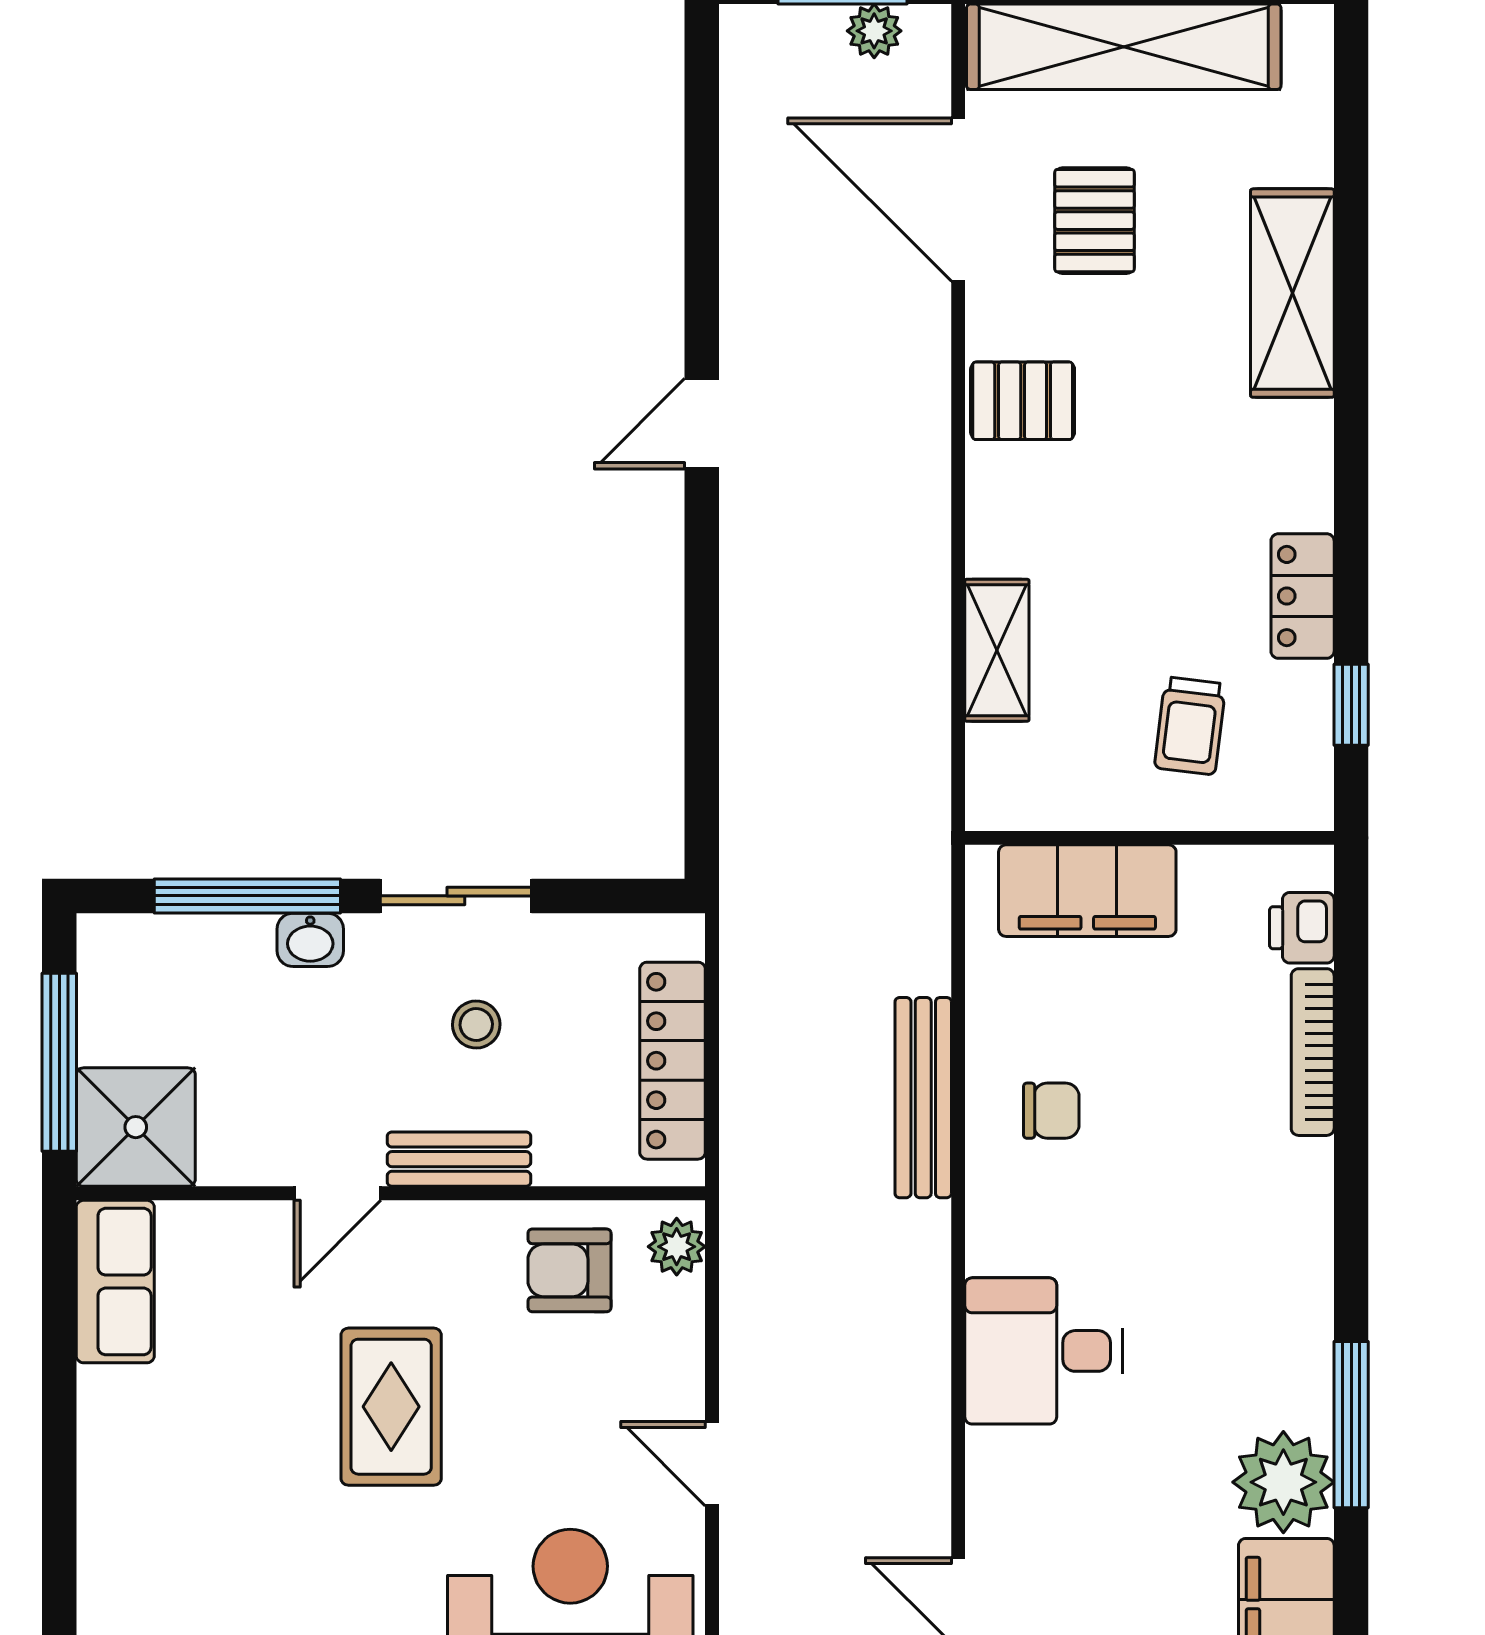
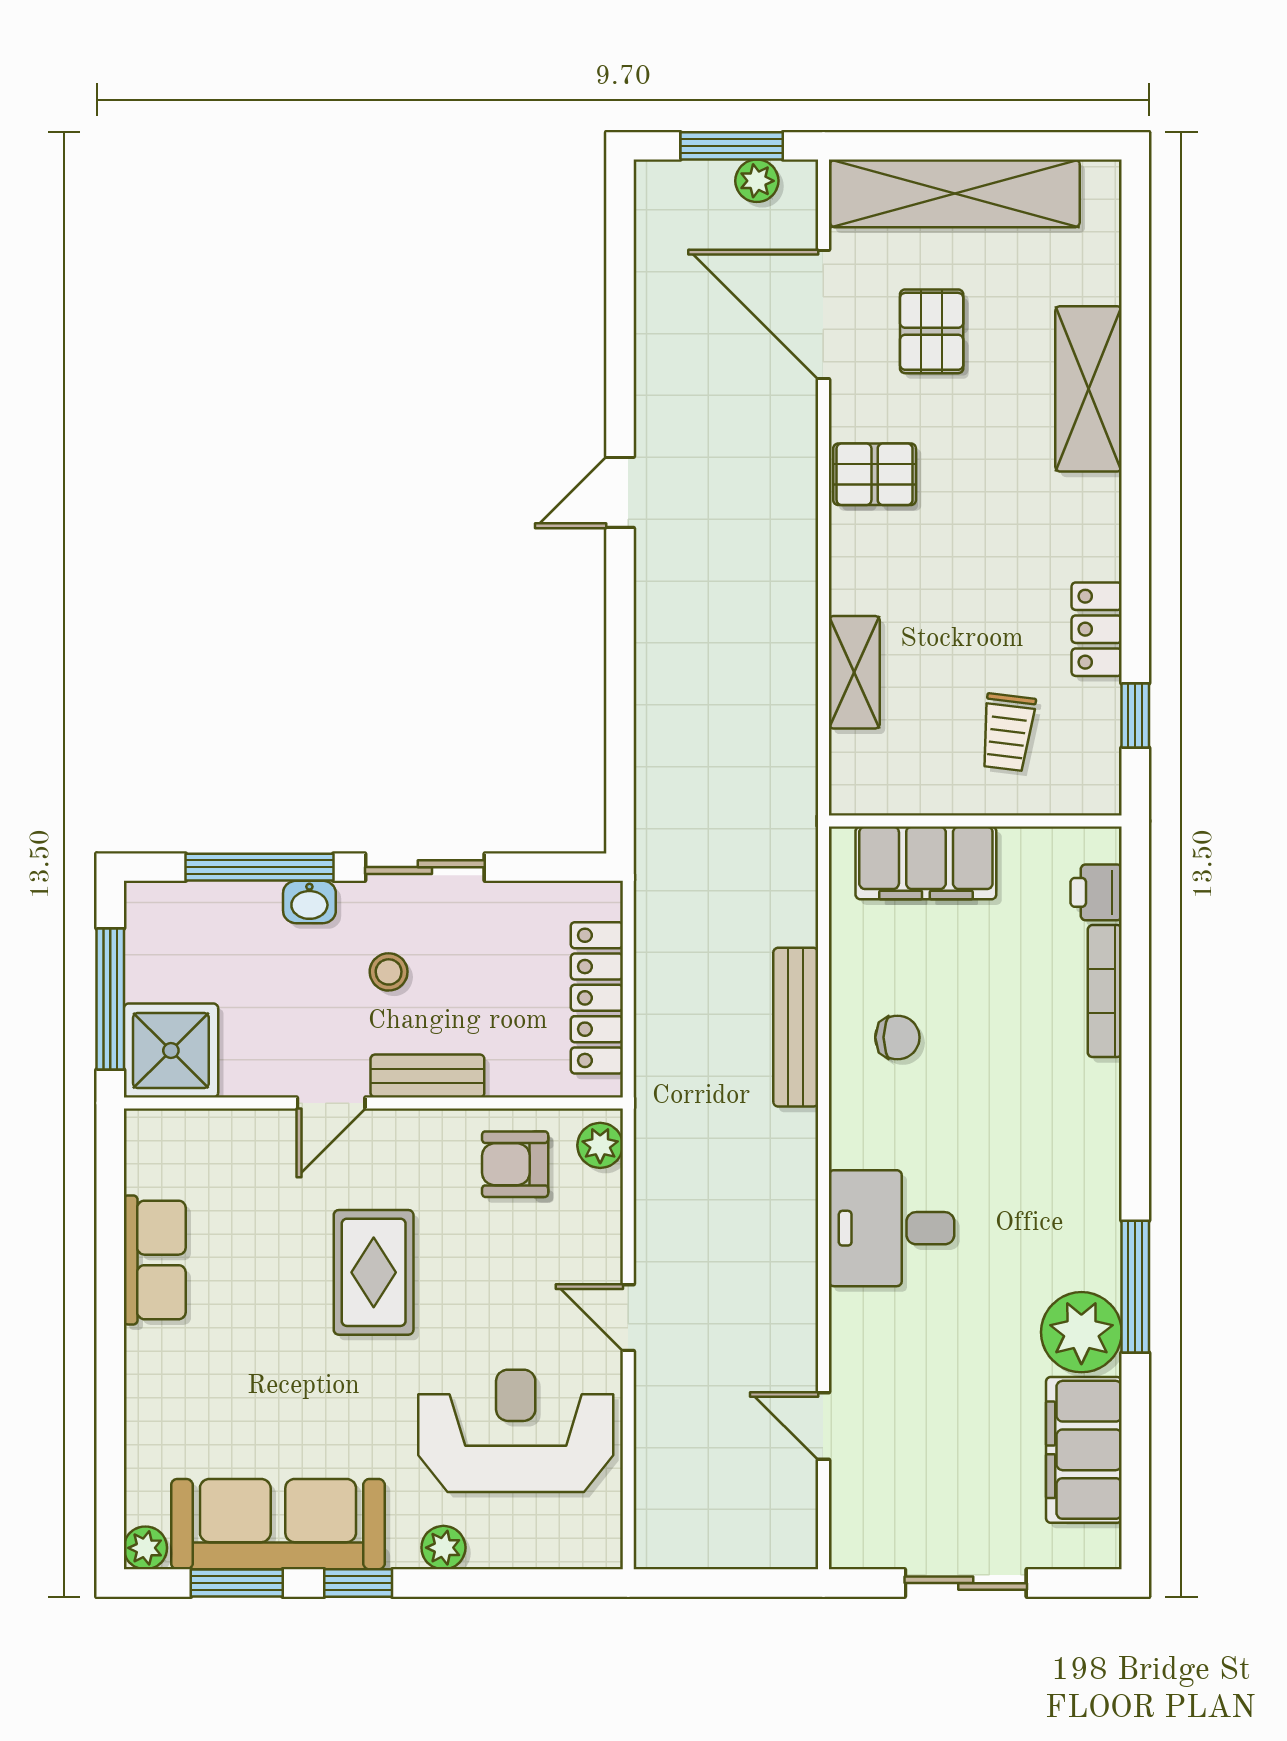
stool: (476, 1025) -> (389, 972), moved
row of seats: (115, 1282) -> (155, 1260), moved

